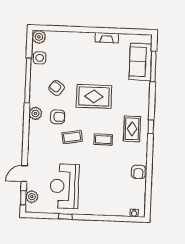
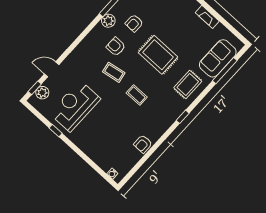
armchair: (57, 88) -> (134, 23), turned -125
plant: (35, 113) -> (108, 21), moved
armchair: (58, 117) -> (116, 47), turned 180
rug: (132, 129) -> (188, 85), moved

